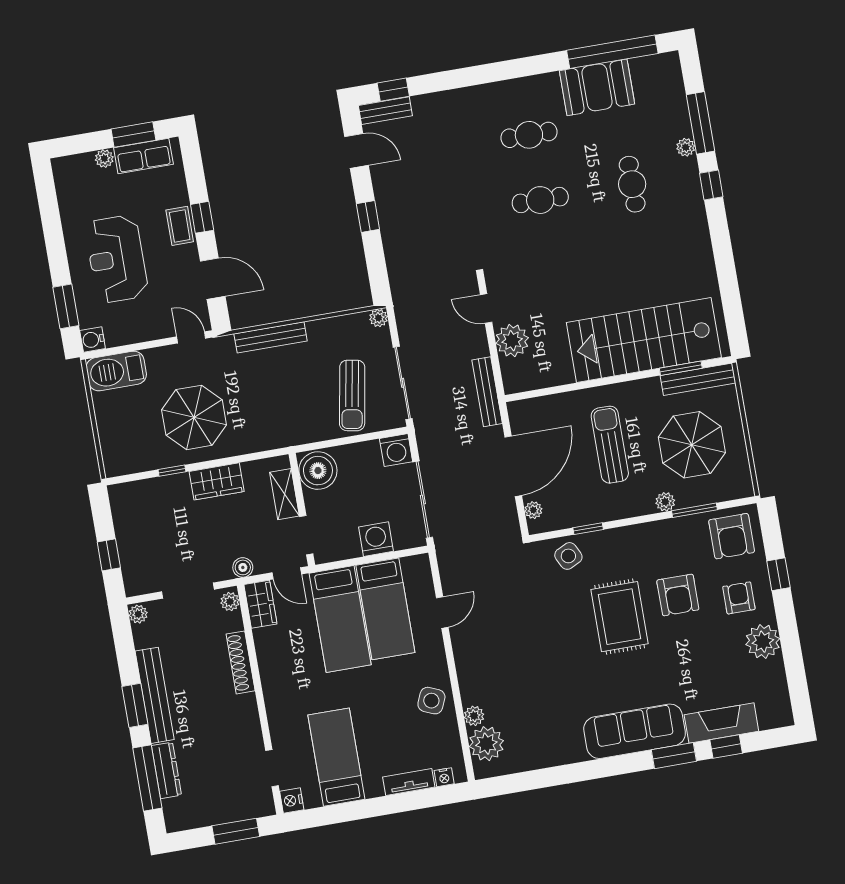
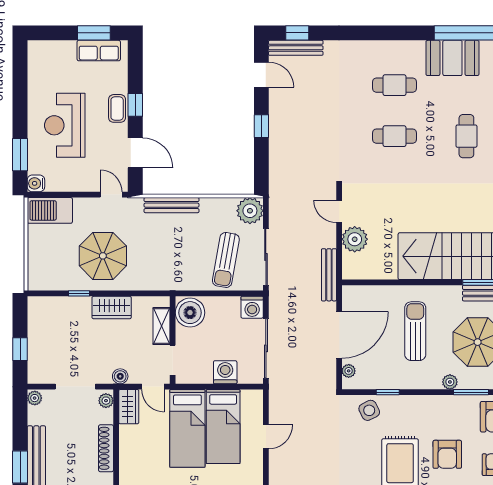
bench: (385, 111) -> (296, 48), width x1.36
plant: (104, 159) -> (69, 47), removed
plant: (379, 318) -> (250, 211), width x1.88, depth x1.88

